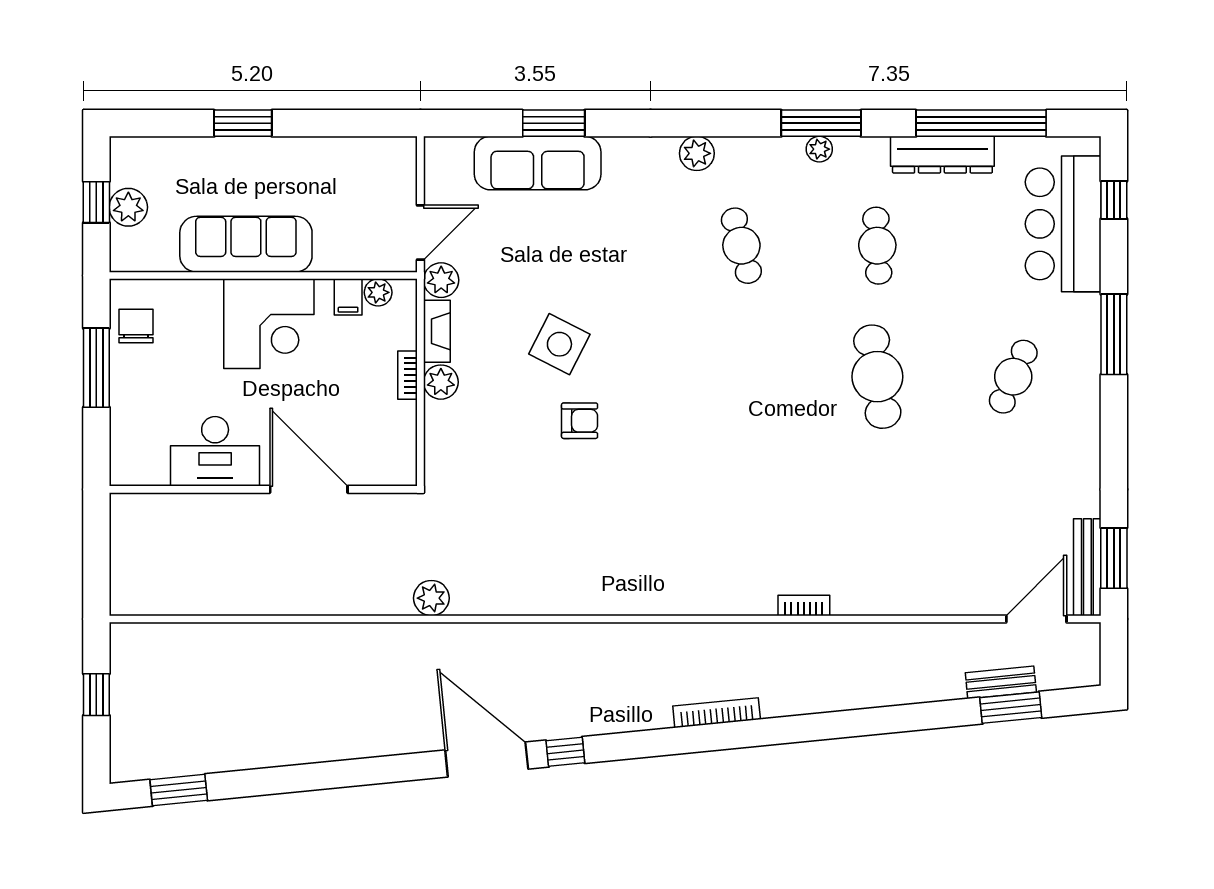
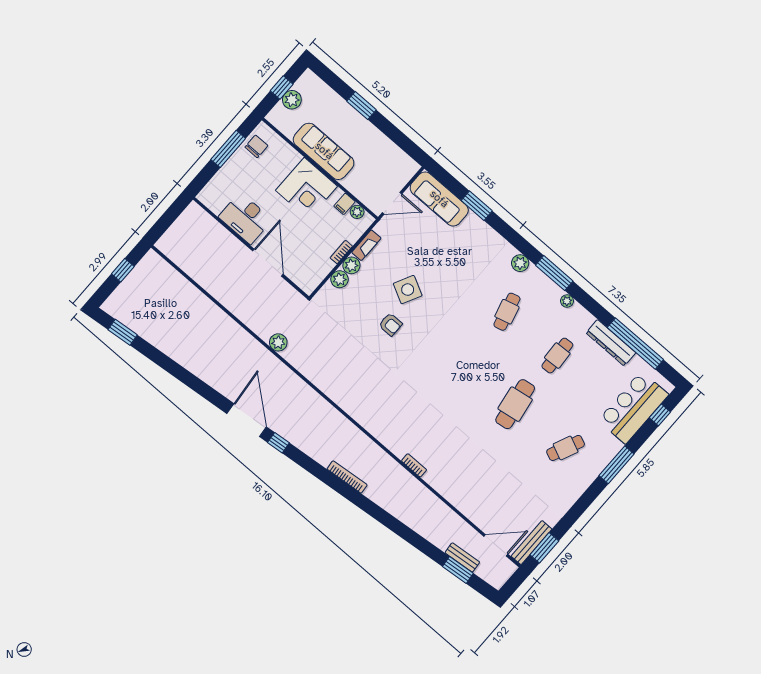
window: (821, 123) -> (554, 273), moved
sofa: (538, 163) -> (439, 199), moved
plant: (441, 280) -> (340, 279), moved

